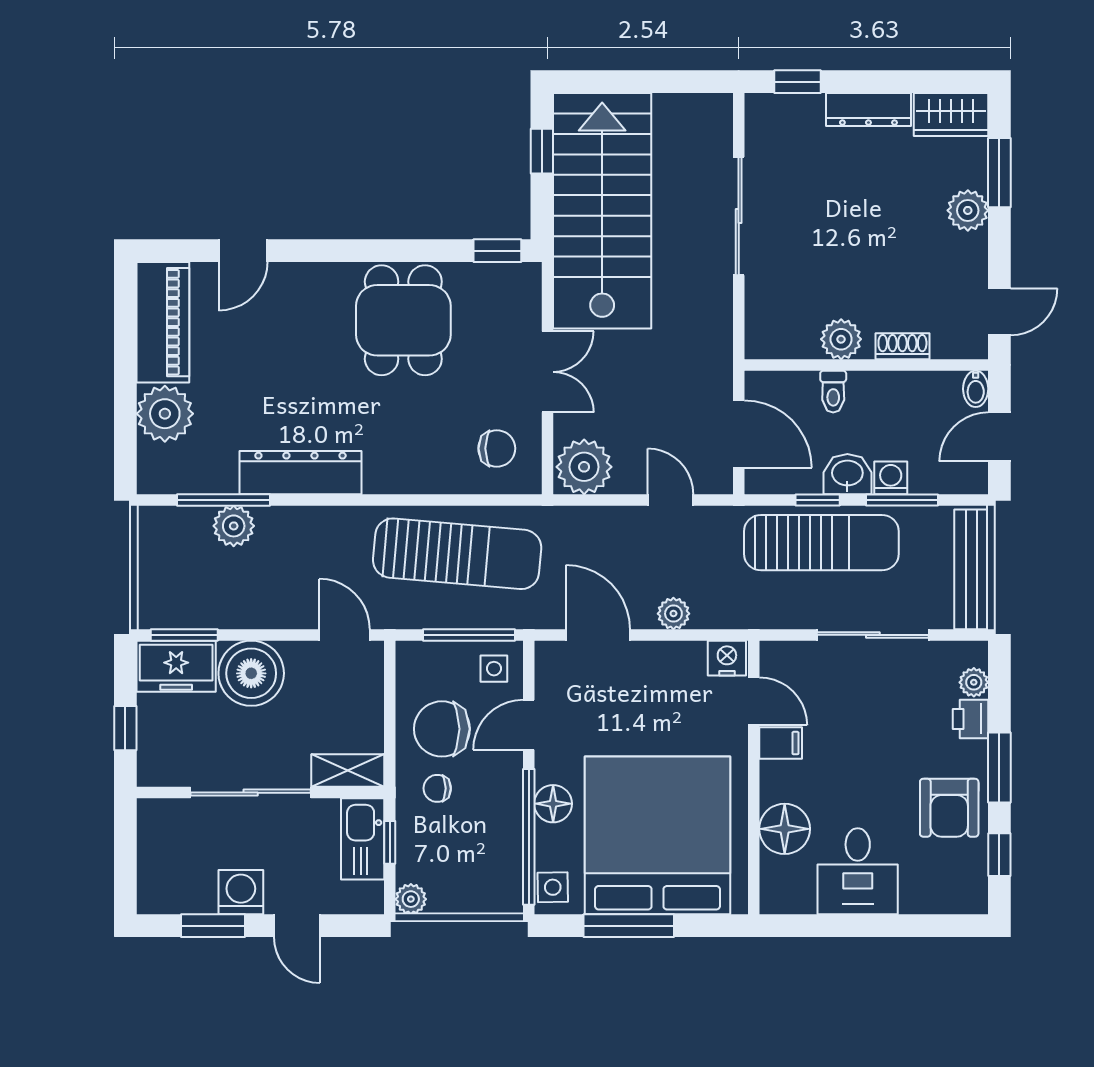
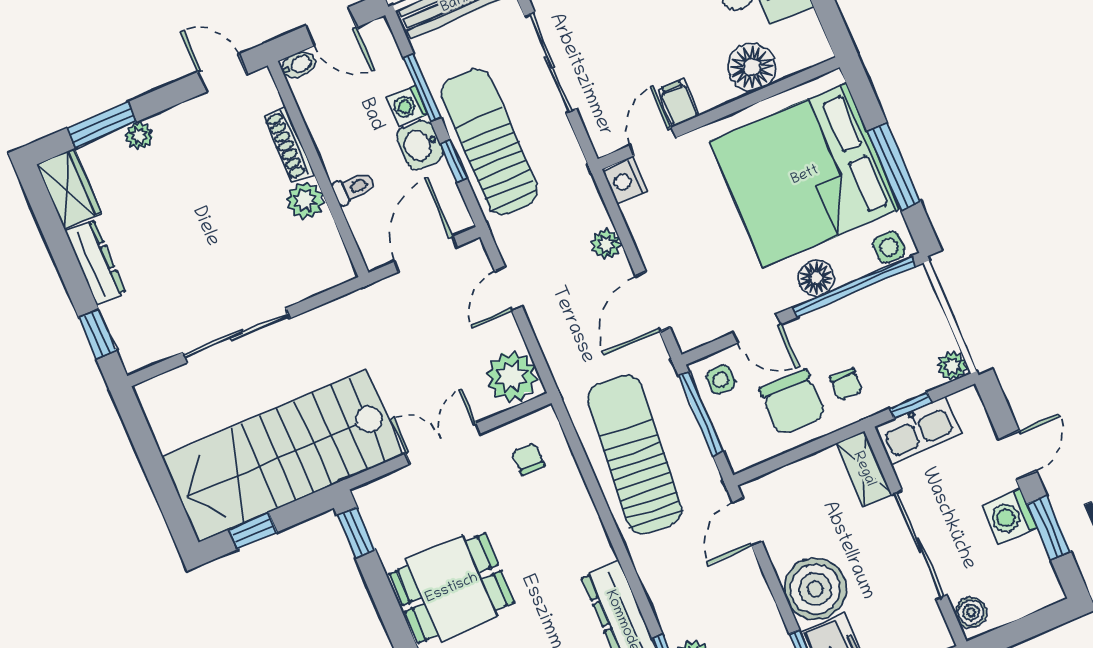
plant: (968, 210) -> (139, 136), width x0.73, depth x0.73
shoe rack: (902, 346) -> (288, 145), width x1.43
chair: (497, 448) -> (528, 459), width x0.73, depth x0.73
boiler: (163, 815) -> (971, 613), added

